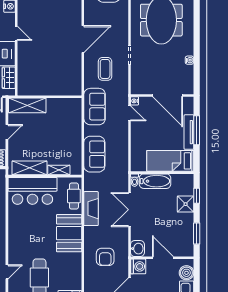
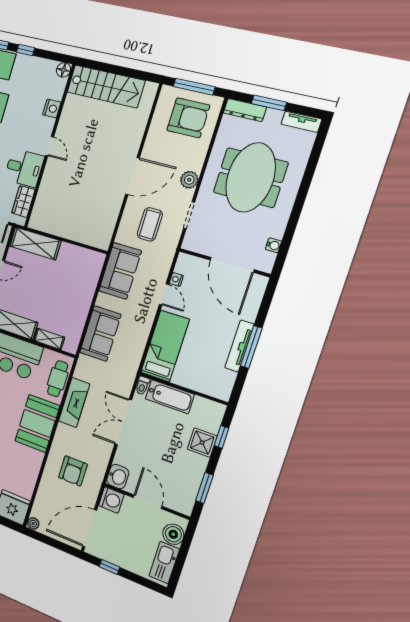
plant: (122, 32) -> (189, 180), added
wall: (162, 96) -> (224, 263), moved
door: (168, 96) -> (232, 265), moved
bed: (170, 161) -> (165, 346), moved, turned 90

